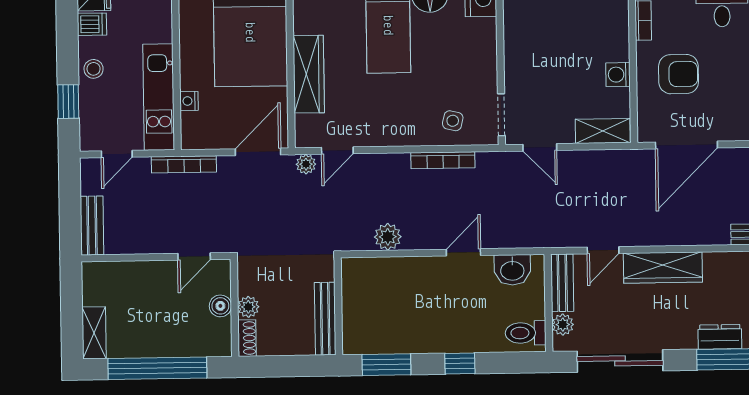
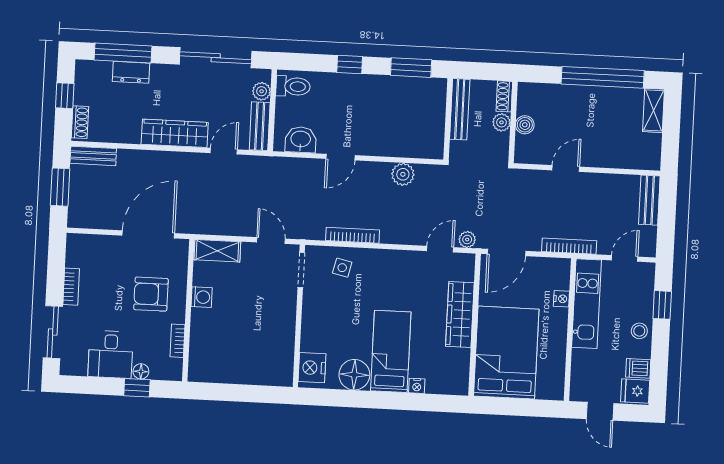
boiler: (220, 306) -> (525, 125), moved
plant: (248, 307) -> (502, 122), moved
wall: (235, 308) -> (513, 122), moved
shoe rack: (247, 338) -> (504, 96), moved

